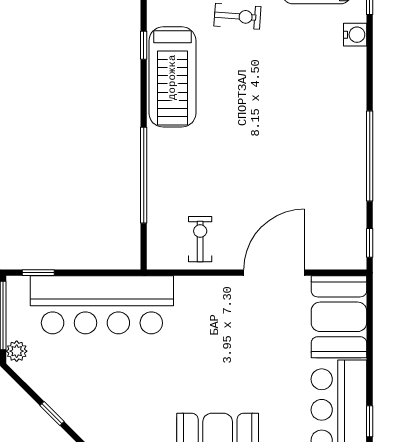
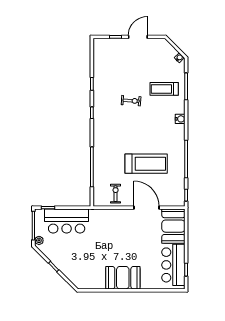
water cooler: (355, 35) -> (180, 119), moved
treadmill: (172, 77) -> (146, 164), moved, turned -90
door: (274, 273) -> (146, 208), hinge flipped
bar counter: (102, 305) -> (67, 221), width x0.73

